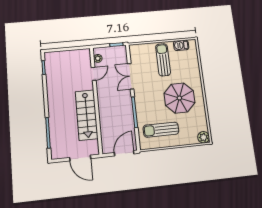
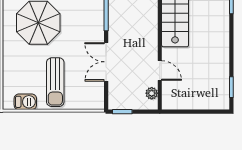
door: (94, 74) -> (160, 71), swing flipped
double door: (131, 76) -> (106, 62), swing flipped

